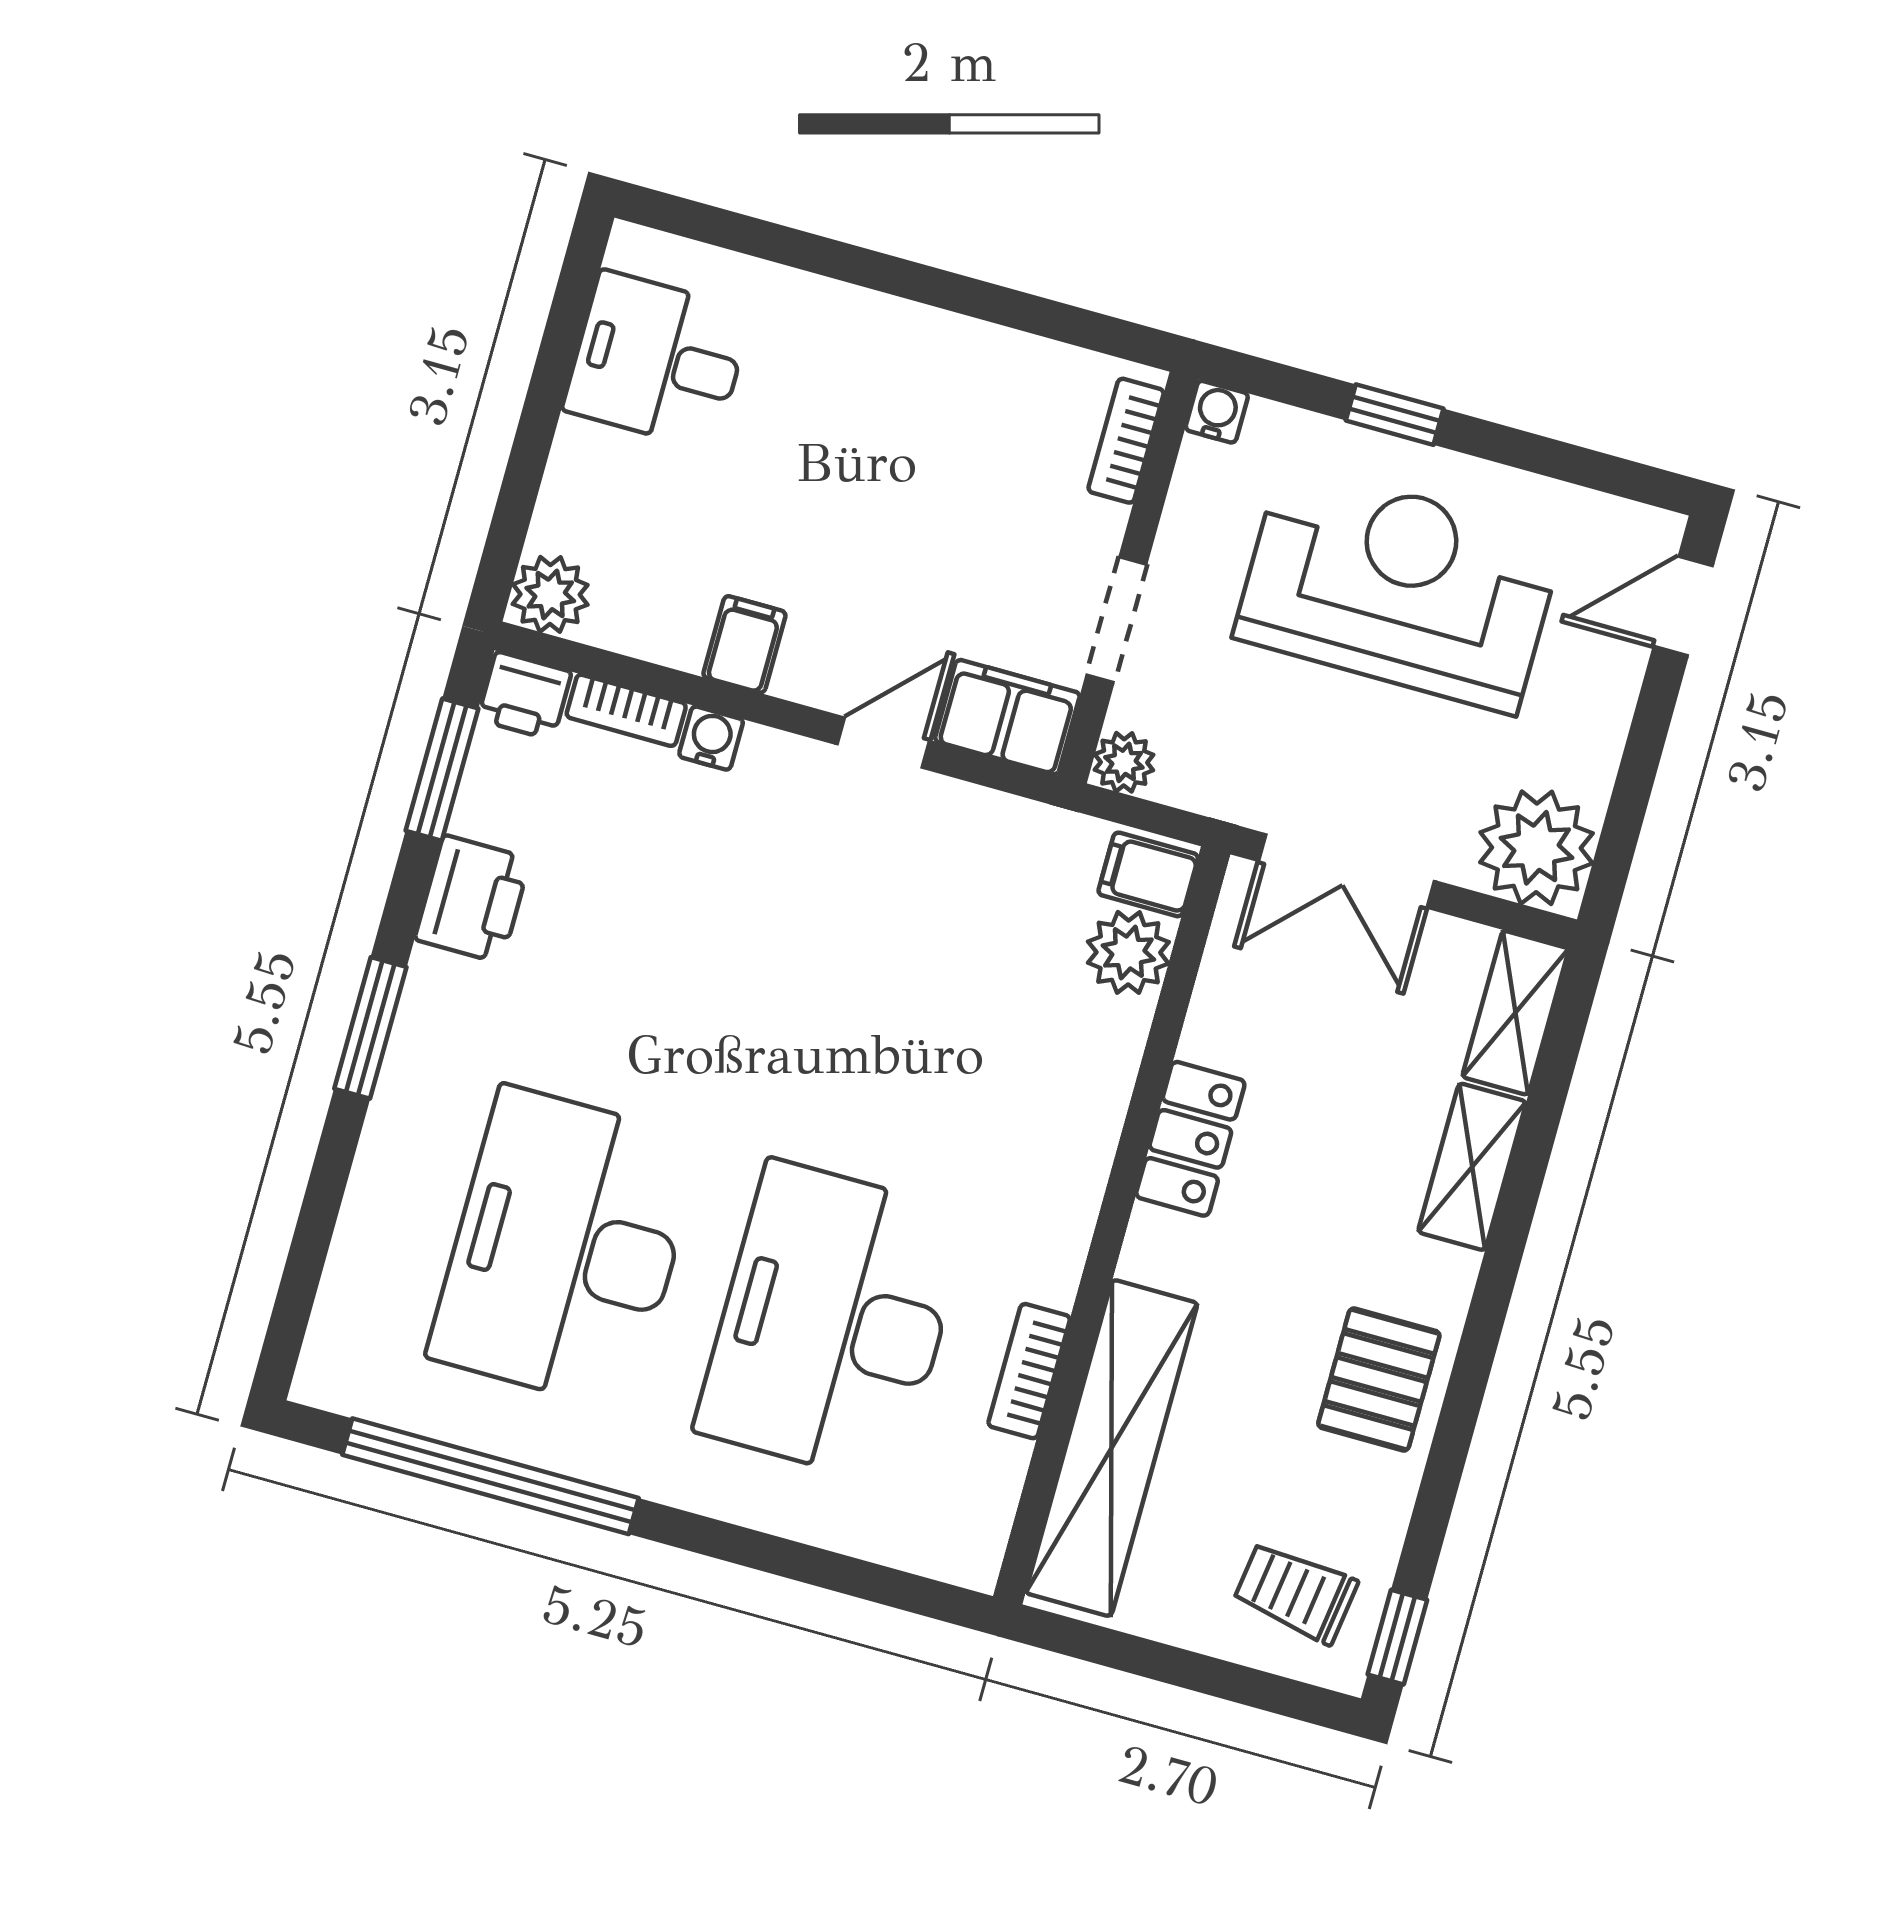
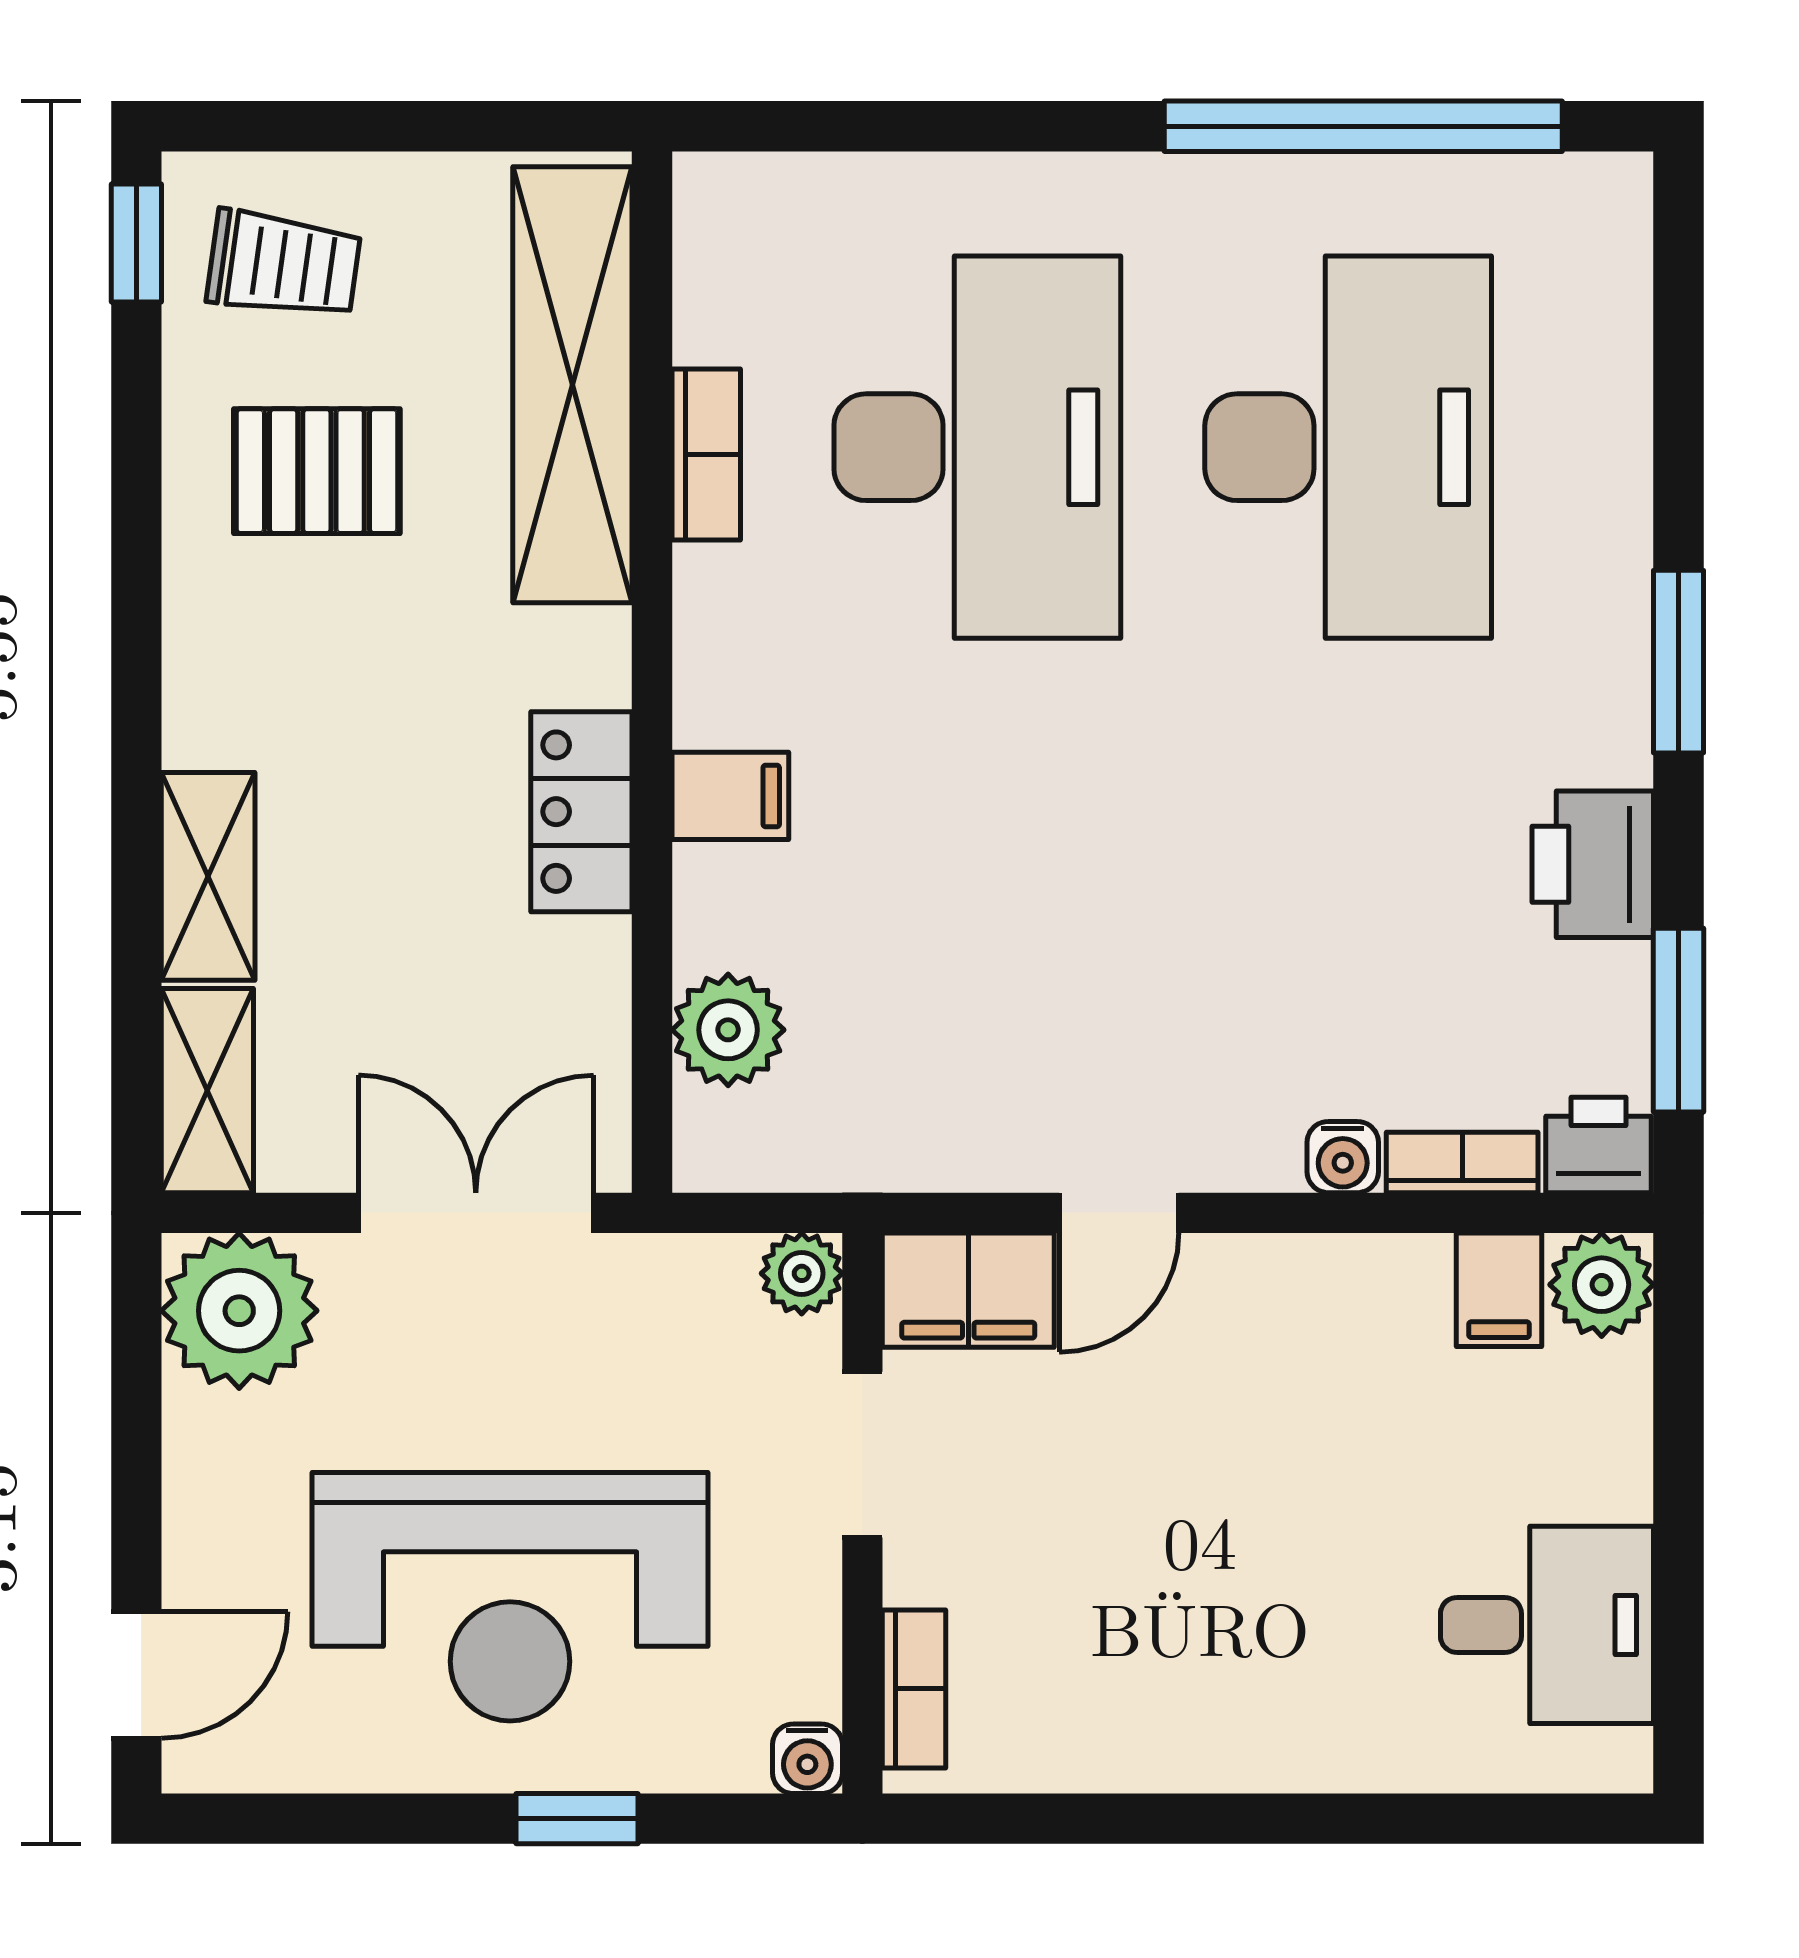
filing cabinet: (744, 644) -> (1499, 1290), moved
filing cabinet: (1148, 874) -> (730, 796), moved
pallet: (1379, 1379) -> (317, 471), moved, turned 90

